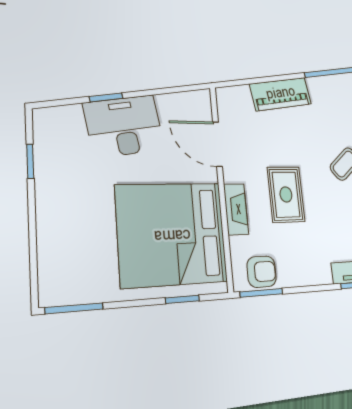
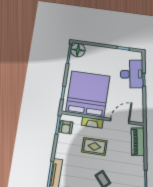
piano: (281, 94) -> (138, 142), moved
desk: (124, 126) -> (132, 74), moved
floor lamp: (58, 286) -> (78, 50), added

